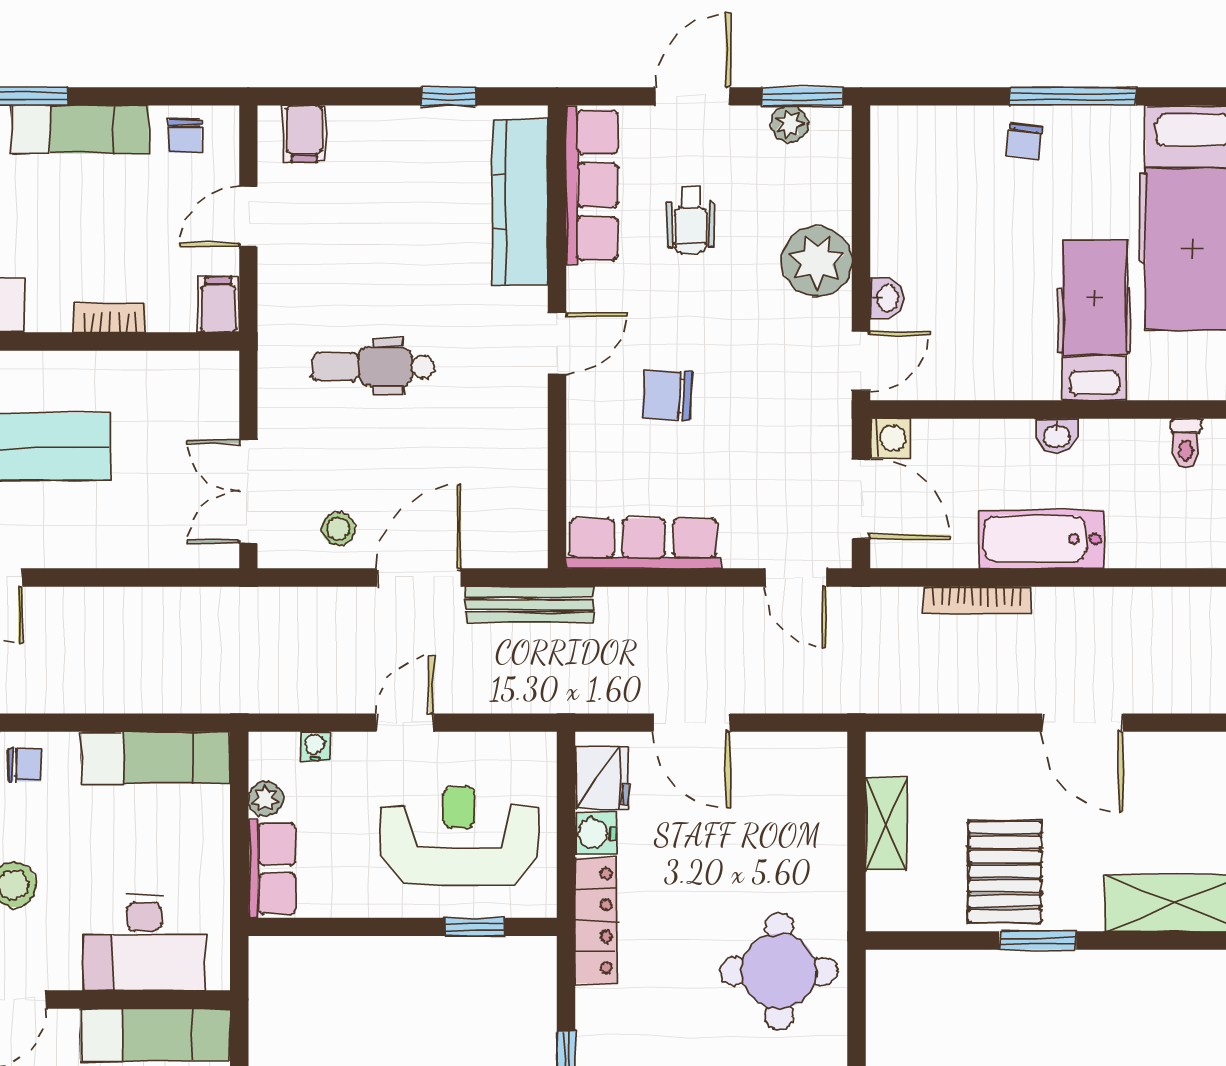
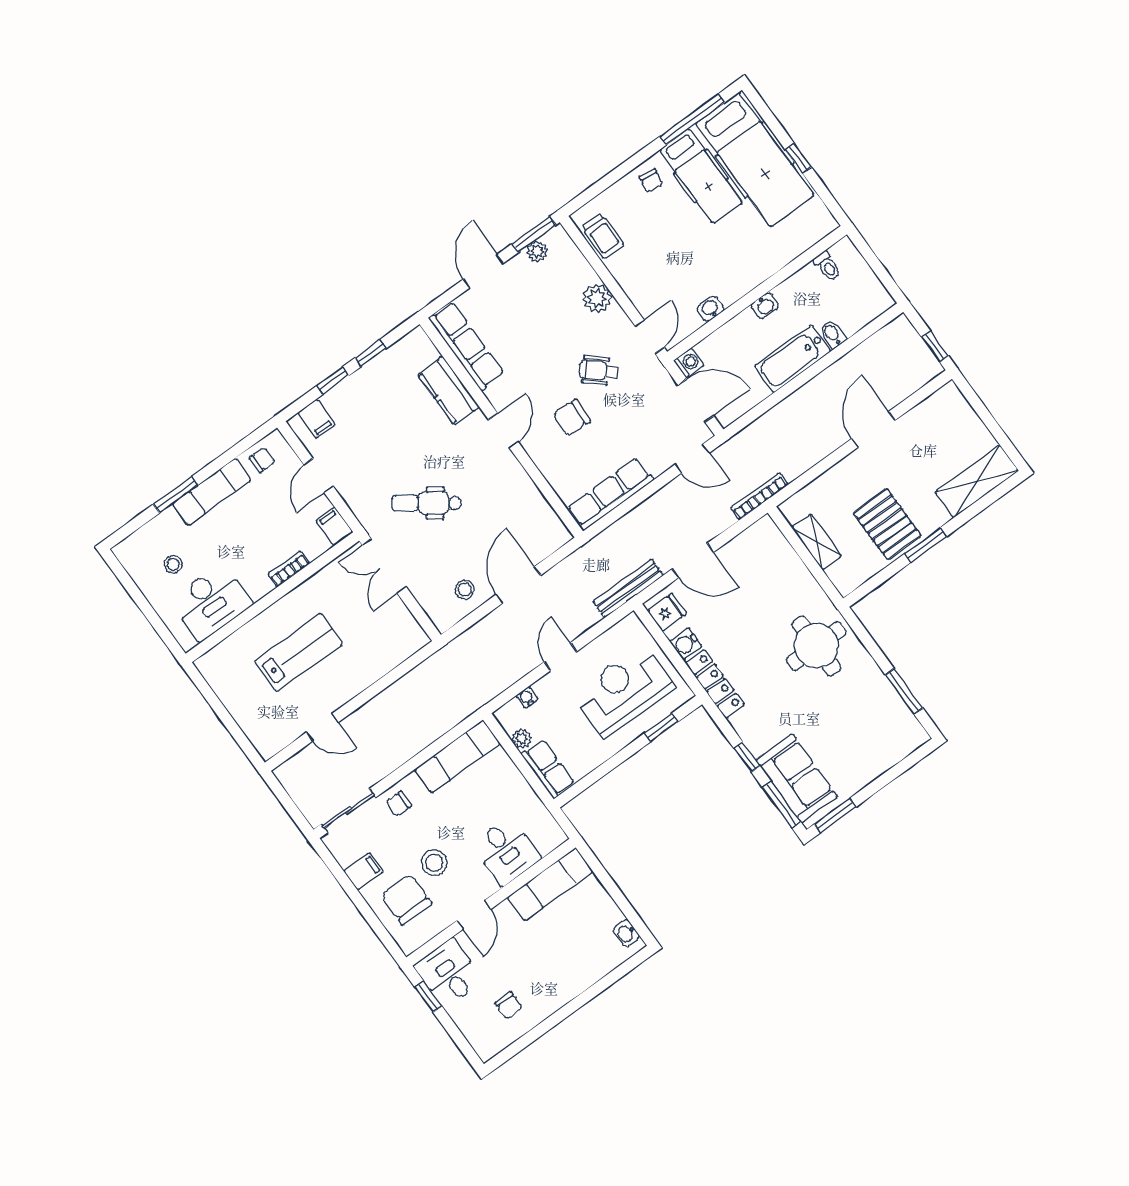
window: (367, 96) -> (333, 381), added
window: (1073, 96) -> (692, 119), moved
chair: (185, 136) -> (262, 460), turned -90
trolley: (898, 169) -> (603, 236), added
kitchen counter: (520, 202) -> (448, 391), width x0.67
wheelchair: (691, 220) -> (599, 371), moved, turned 132
plant: (817, 261) -> (597, 298), width x0.73, depth x0.73
washbasin: (887, 298) -> (711, 309), moved, turned -90
hospital bed: (1094, 320) -> (701, 176), moved, turned 180
dental chair: (373, 367) -> (426, 503), turned 36
double door: (248, 491) -> (384, 566), moved
bidet: (1123, 545) -> (832, 334), added
bookcase: (977, 600) -> (759, 496), moved, turned 180
bench: (529, 604) -> (628, 589), moved
door: (1083, 723) -> (873, 429), swing flipped
chair: (24, 765) -> (399, 804), turned 180
fridge: (602, 778) -> (667, 612), width x0.72
desk: (144, 943) -> (506, 851), width x0.73

